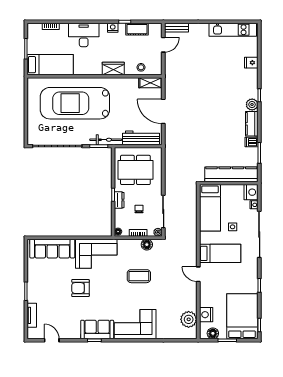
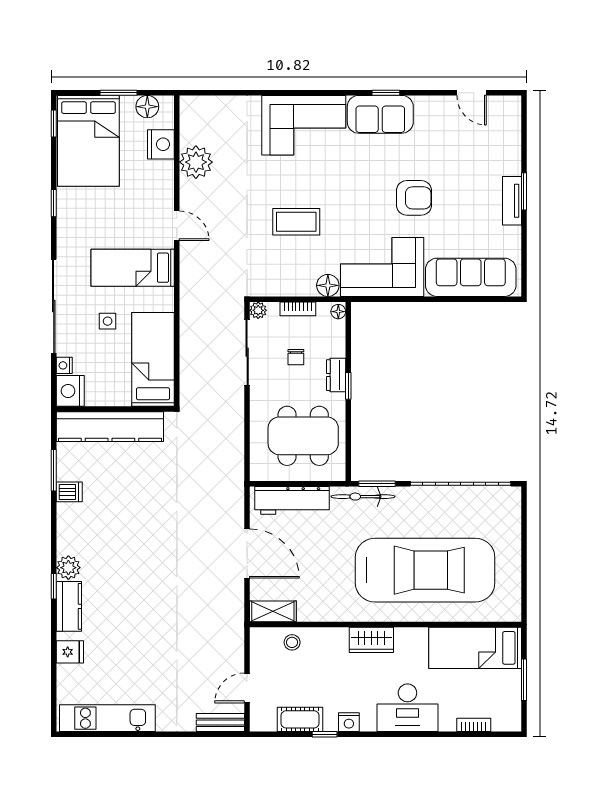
wardrobe: (113, 69) -> (371, 640), moved
kitchen counter: (252, 124) -> (69, 606), moved
floor lamp: (147, 245) -> (328, 285), moved
tv unit: (32, 315) -> (512, 201), moved
plant: (189, 319) -> (196, 162), moved

